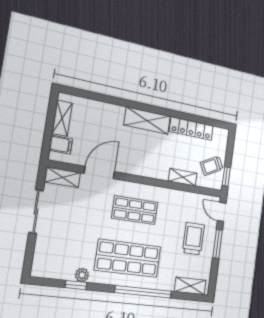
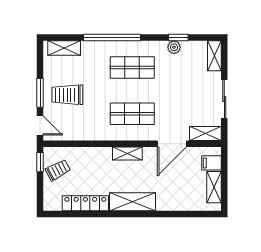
shelving: (183, 177) -> (127, 153), moved
trolley: (193, 239) -> (67, 95), turned 90
shop shelf: (128, 258) -> (132, 67), width x0.70, depth x0.74
shelving: (40, 261) -> (214, 56), added

